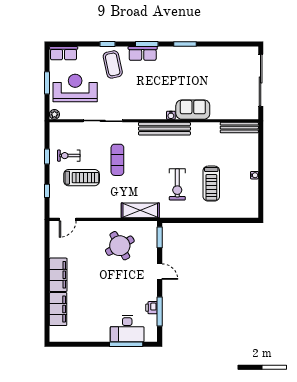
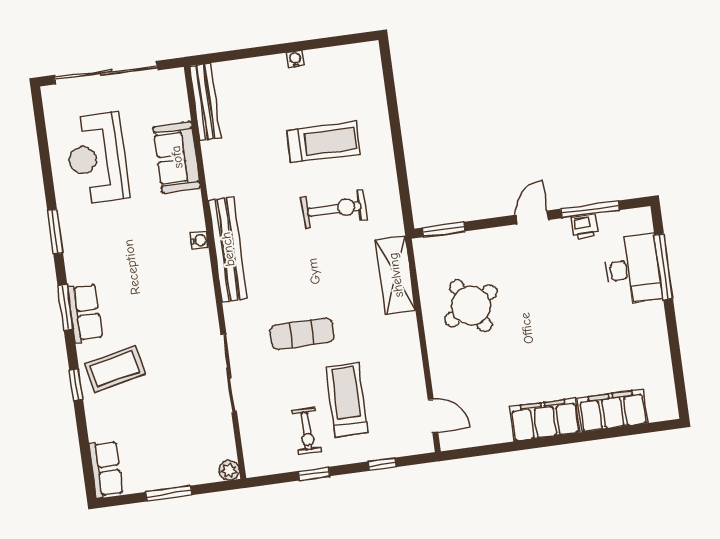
reception desk: (75, 88) -> (97, 158), moved
sofa: (193, 110) -> (177, 157), moved
door: (160, 272) -> (532, 217), moved

